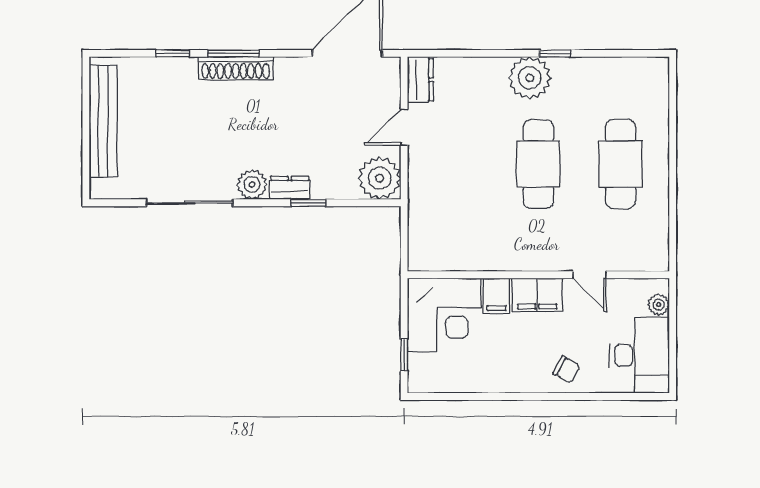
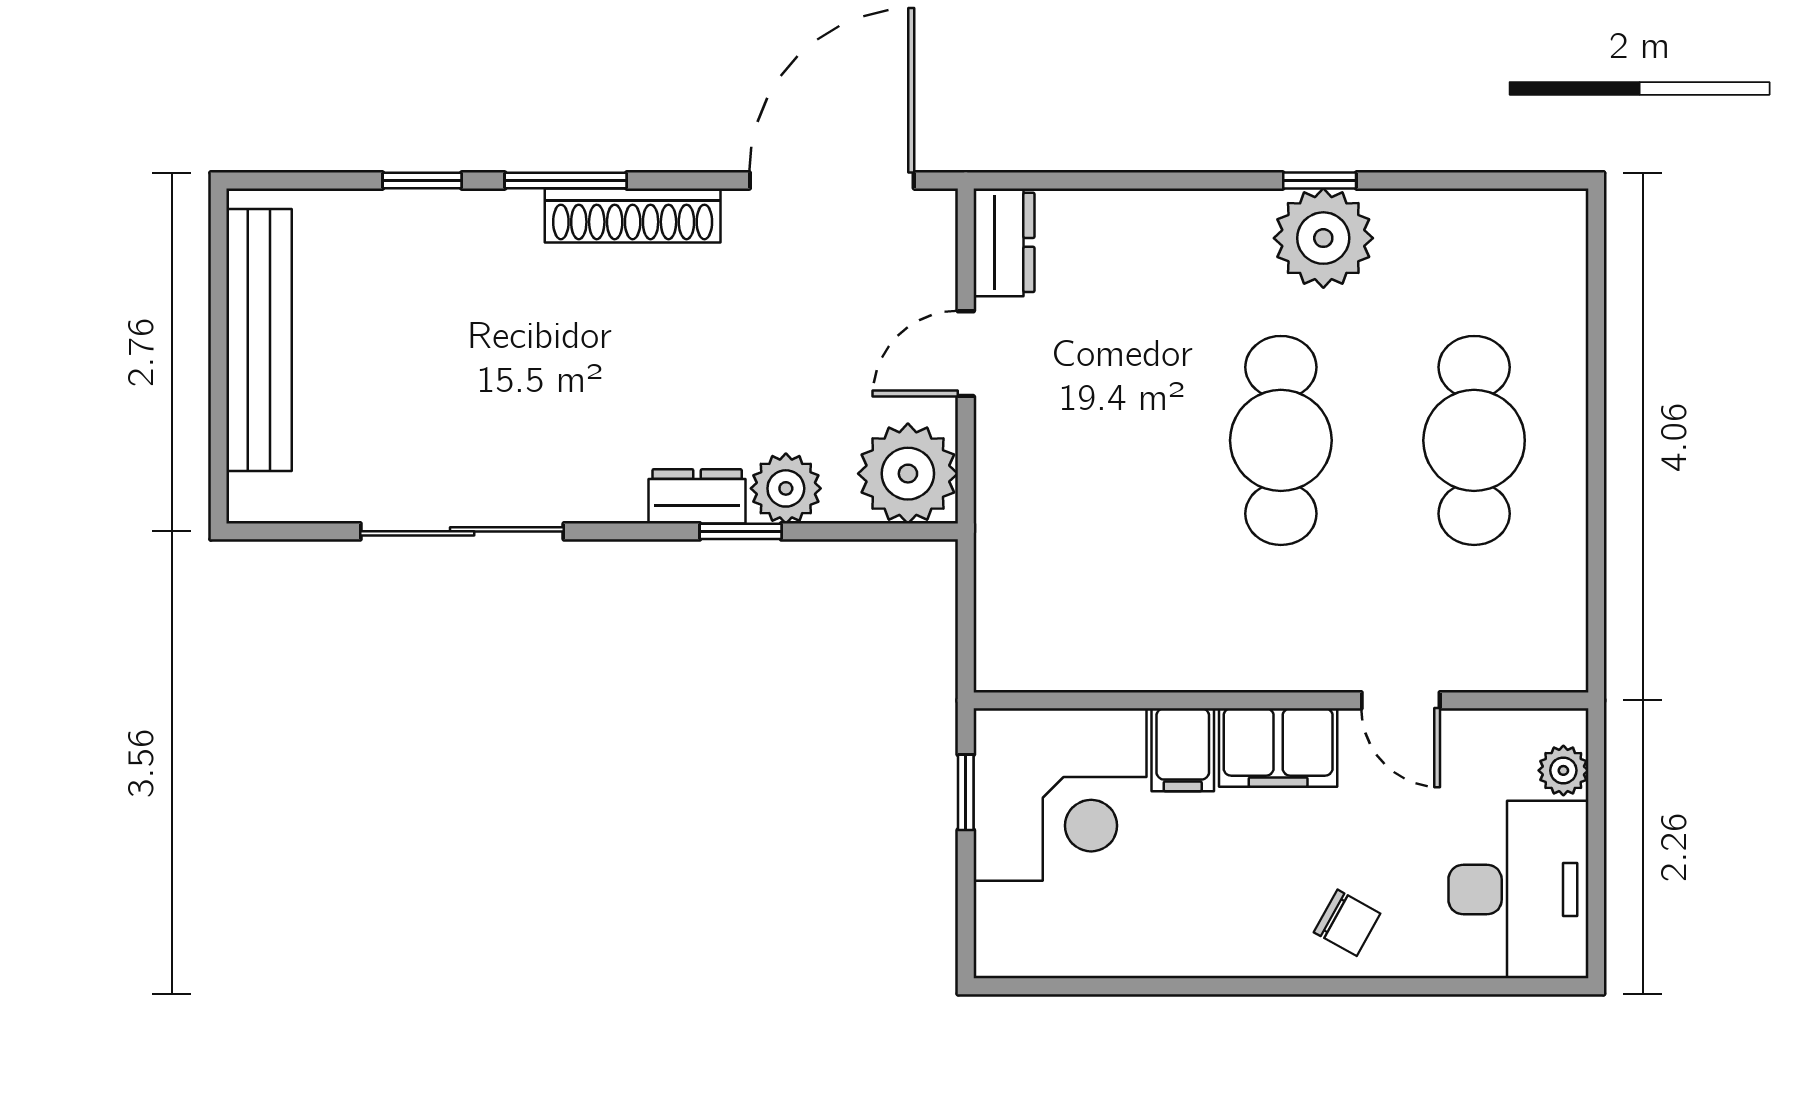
shoe rack: (236, 68) -> (633, 215), moved
plant: (530, 78) -> (1323, 238), moved
plant: (252, 185) -> (786, 488), moved
window: (404, 355) -> (966, 792), moved

